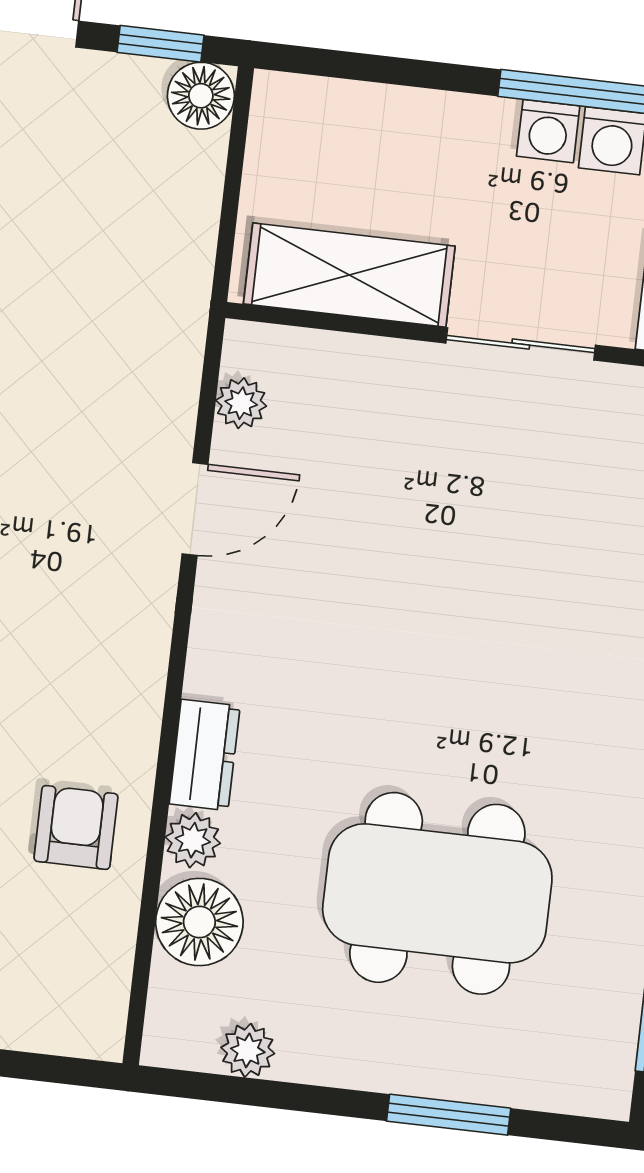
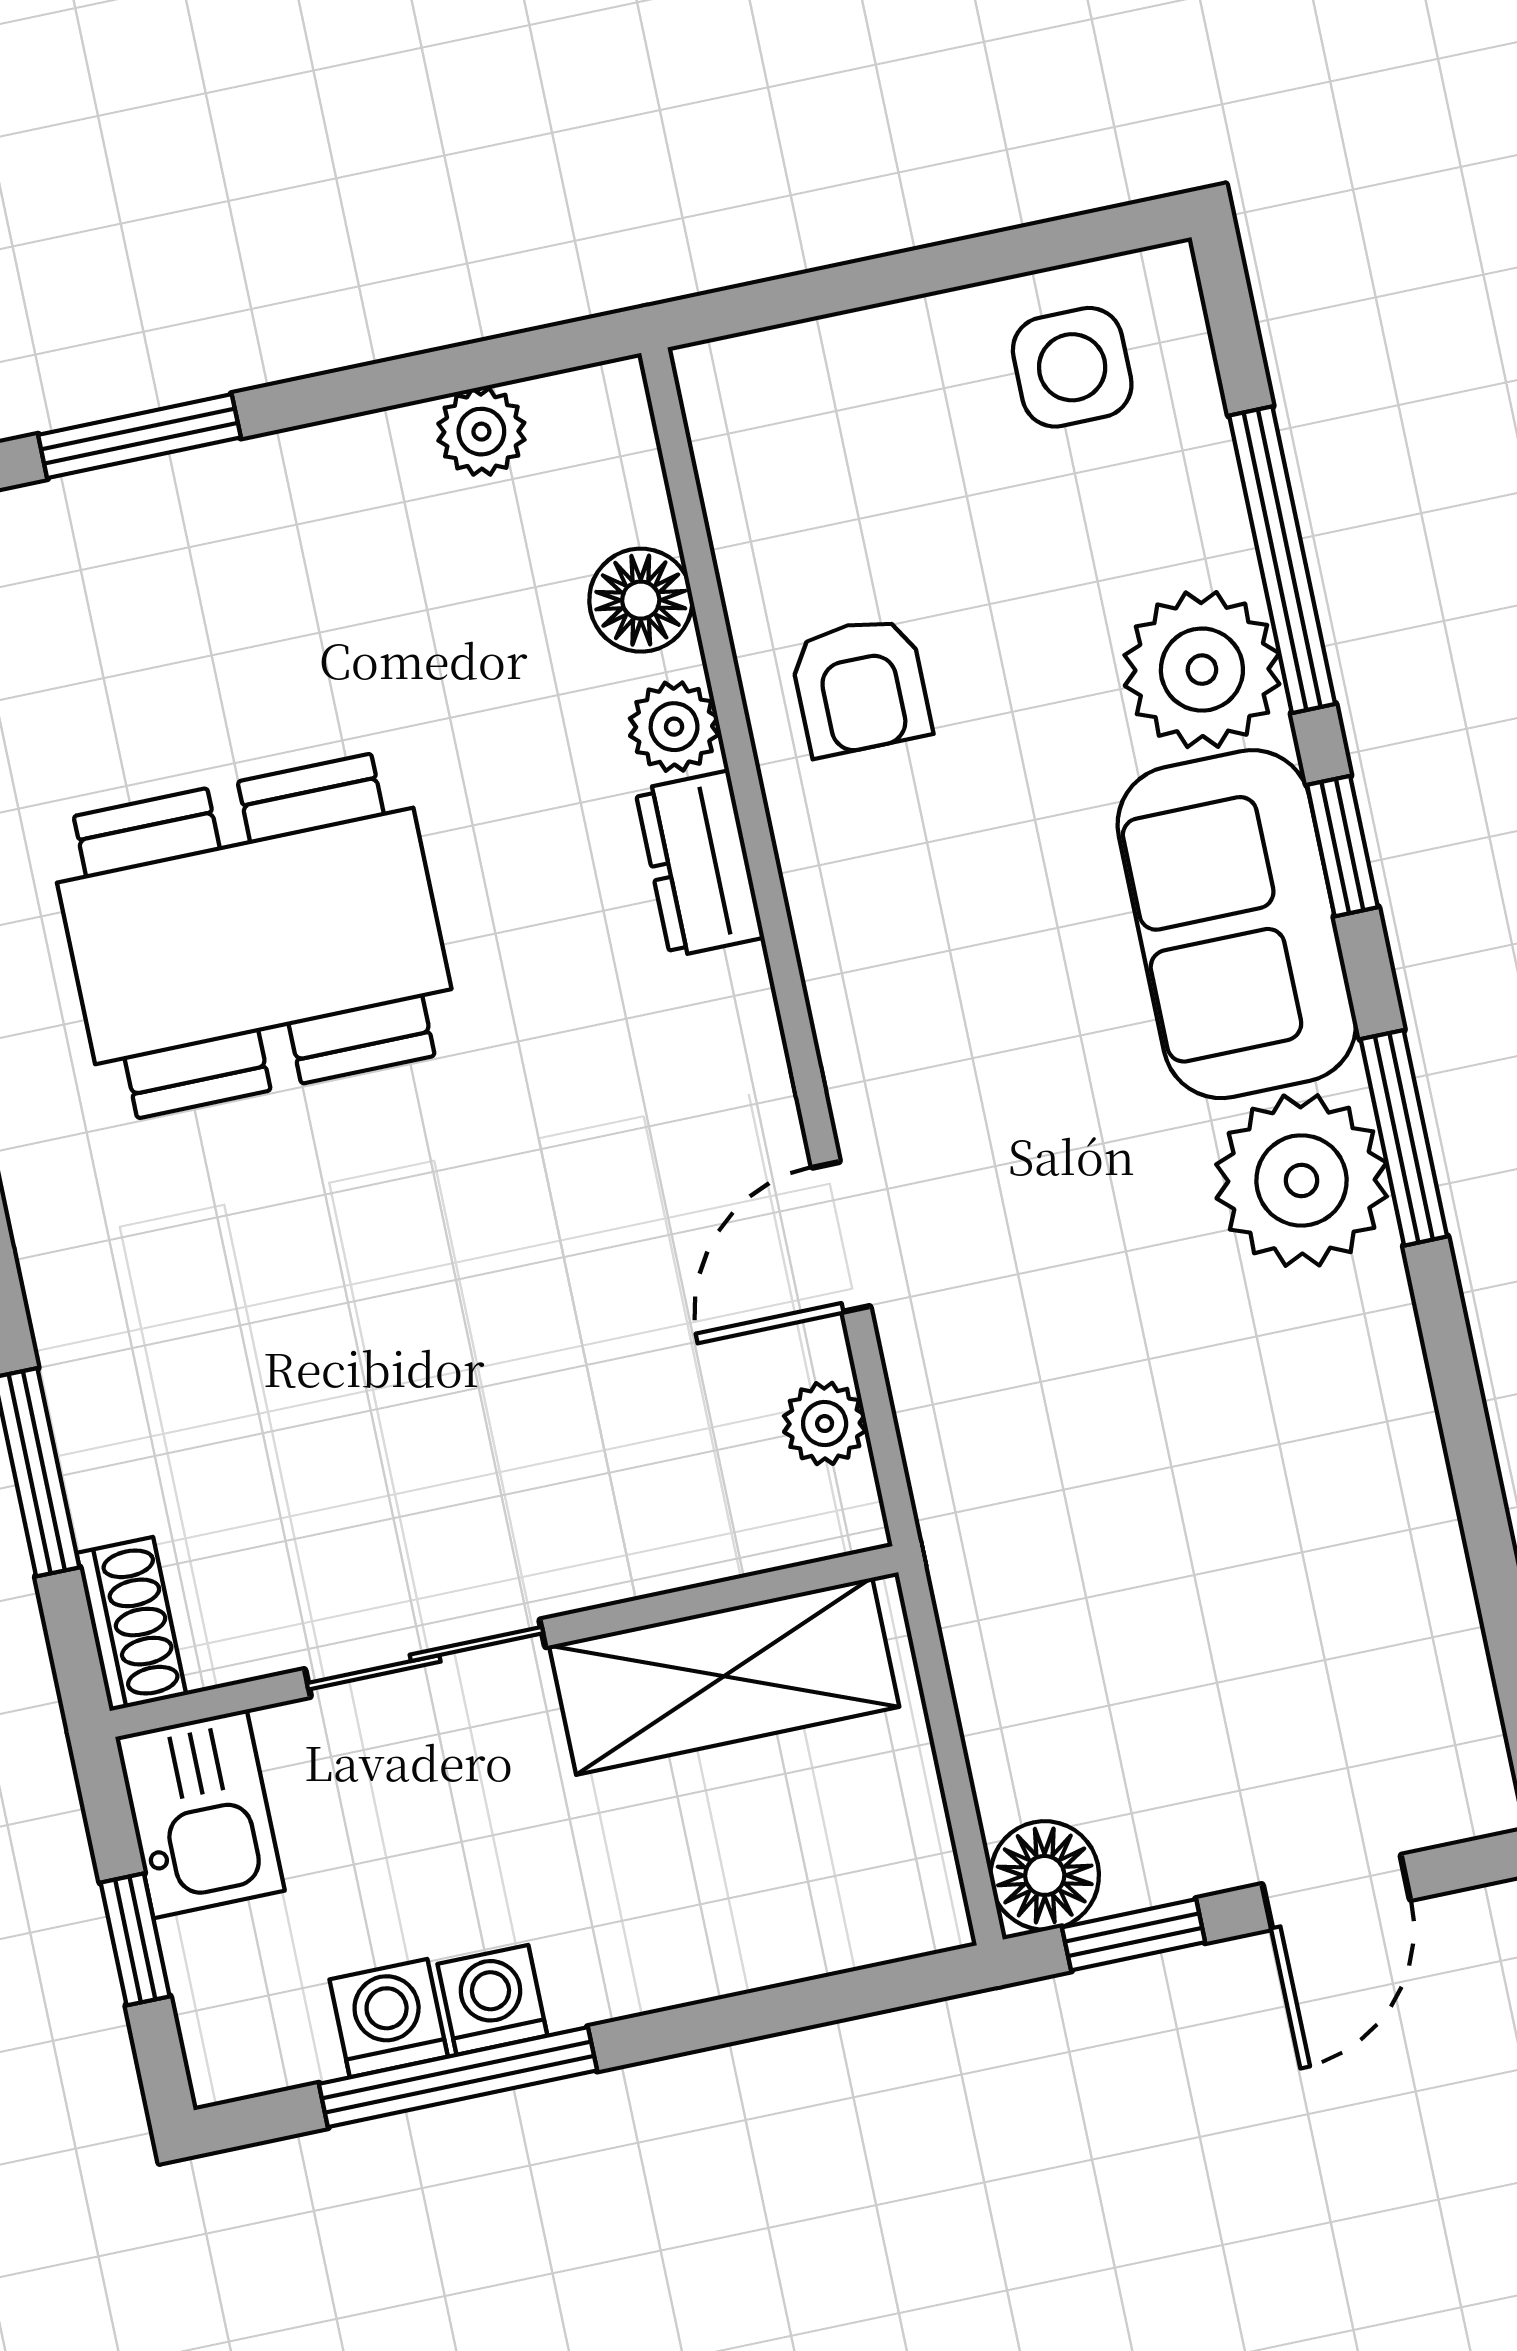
dining table: (437, 893) -> (254, 936), moved
floor lamp: (199, 922) -> (641, 600), width x0.73, depth x0.73

